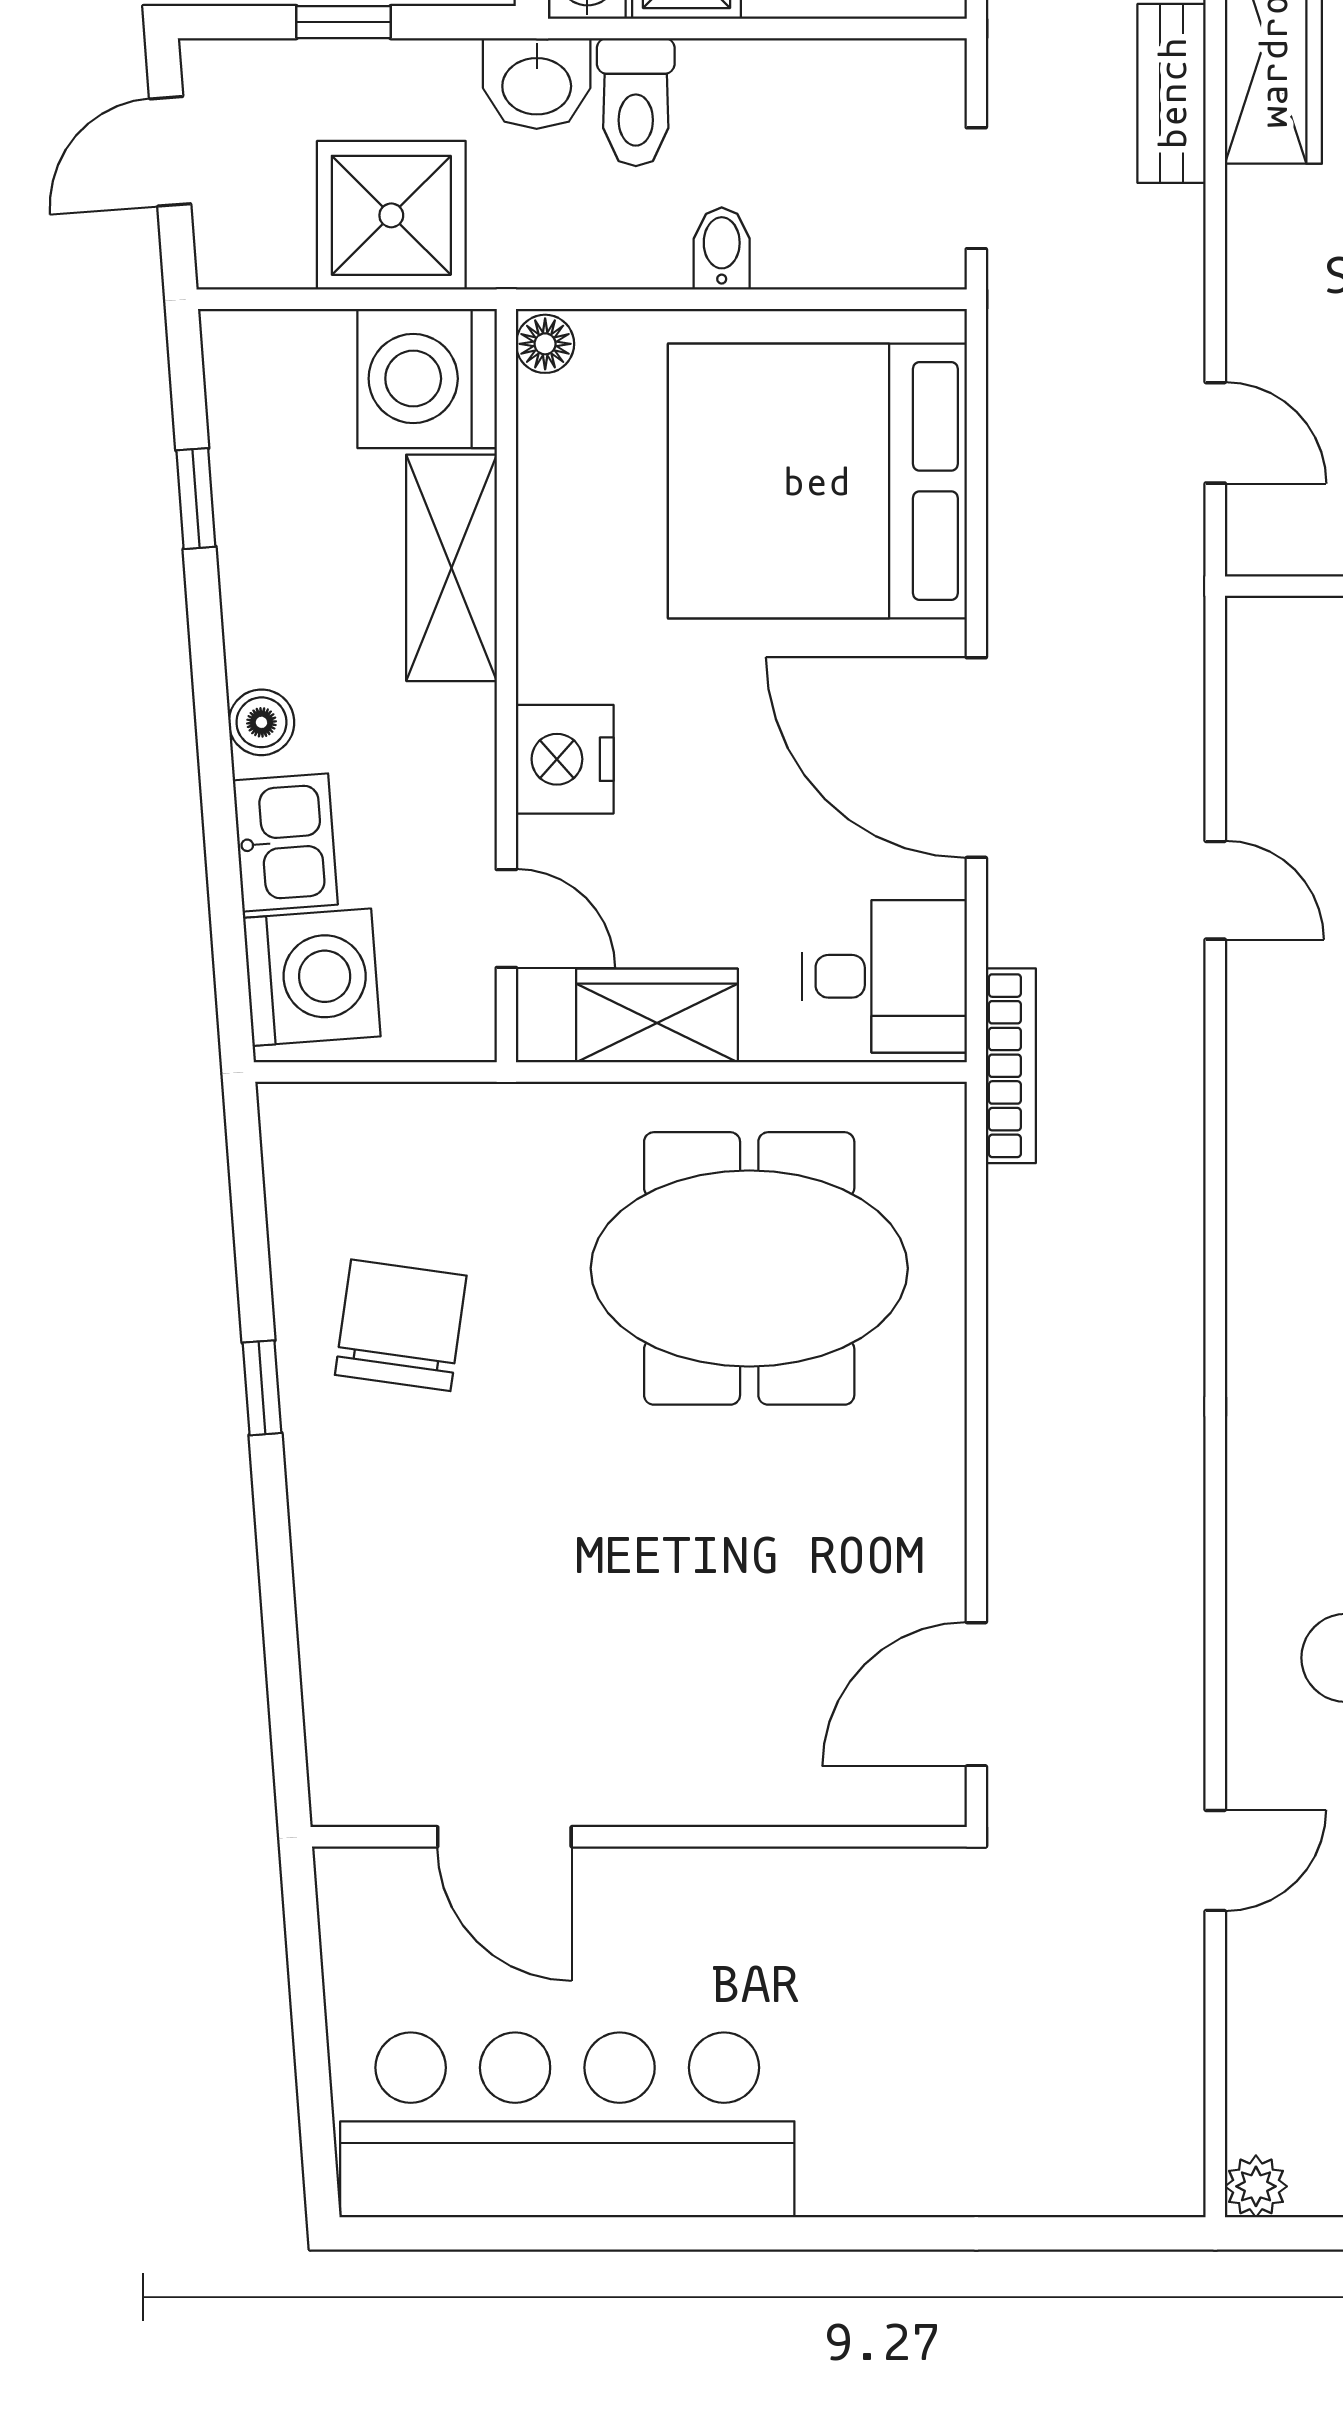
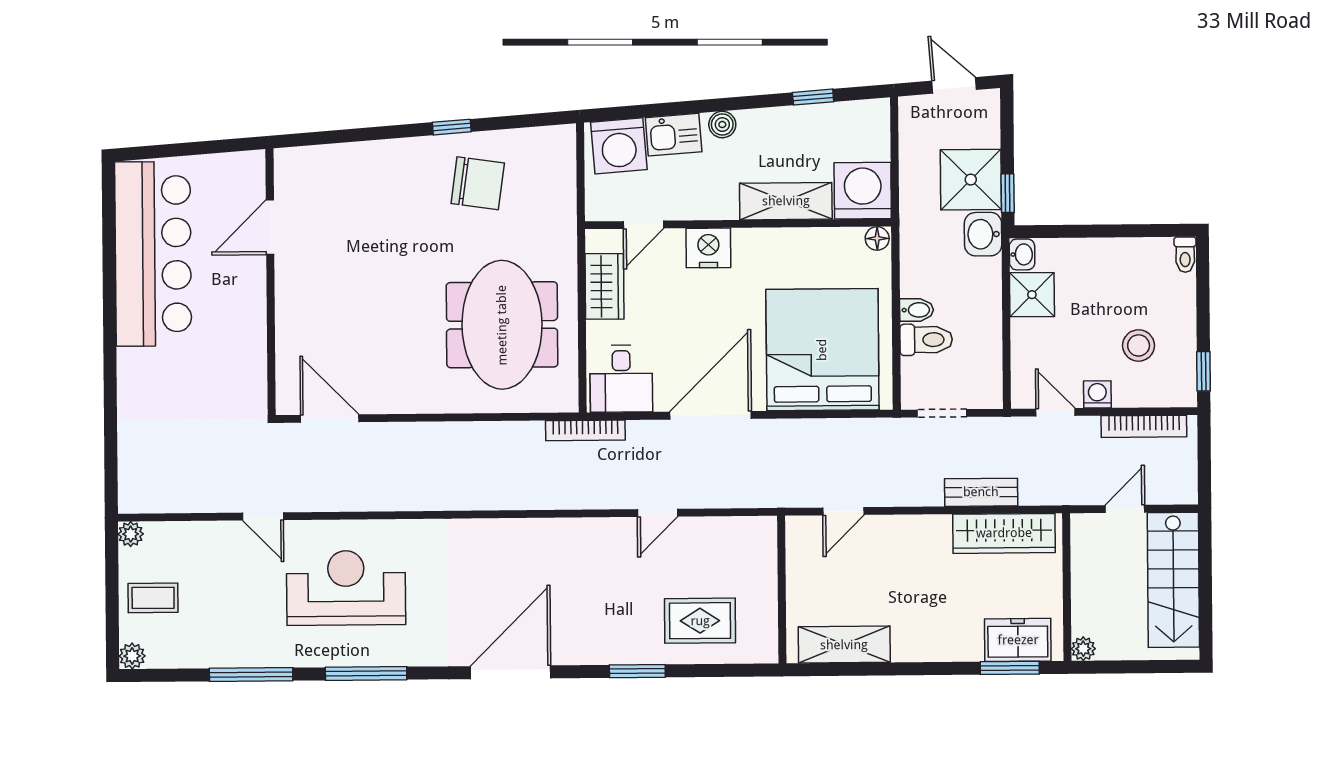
window: (343, 22) -> (1008, 193), moved
toilet: (636, 102) -> (926, 340), moved, turned 180
shower: (391, 215) -> (971, 180), moved

